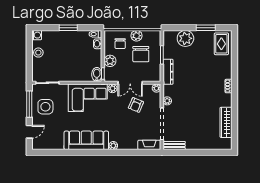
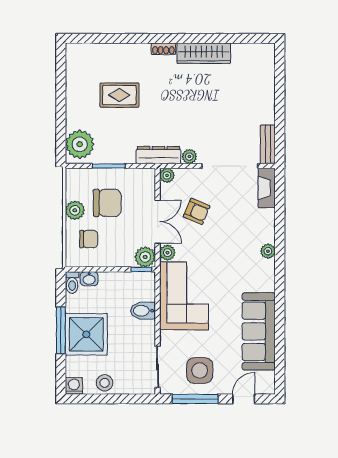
window: (68, 28) -> (61, 330), width x1.44
window: (206, 28) -> (61, 89), removed
plant: (185, 38) -> (80, 144), moved
shower: (66, 42) -> (86, 334), added
rug: (221, 44) -> (119, 95), moved
plant: (110, 61) -> (145, 257), moved
dresser: (168, 72) -> (158, 155), moved
bidet: (97, 74) -> (143, 311), moved
wardrobe: (226, 122) -> (204, 53), moved
door: (29, 132) -> (244, 399), hinge flipped
sofa: (86, 140) -> (259, 331), moved

